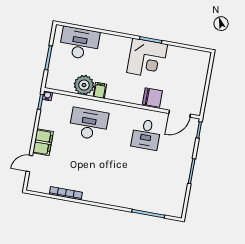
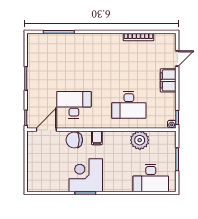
filing cabinet: (100, 90) -> (97, 138), moved
desk: (146, 134) -> (74, 105), width x1.37

